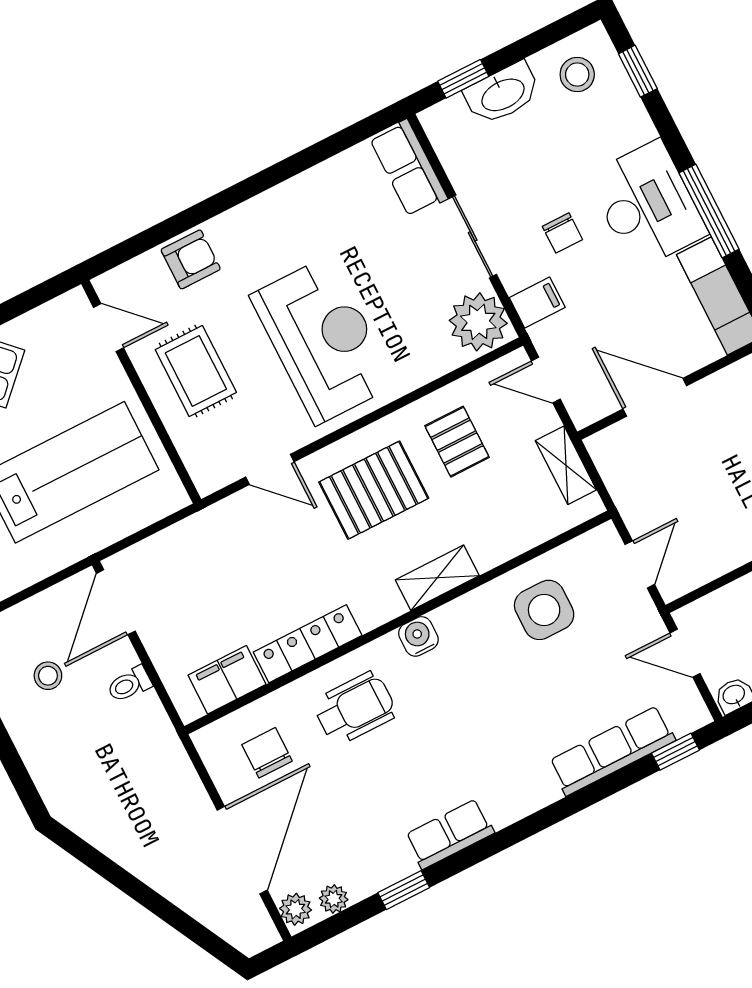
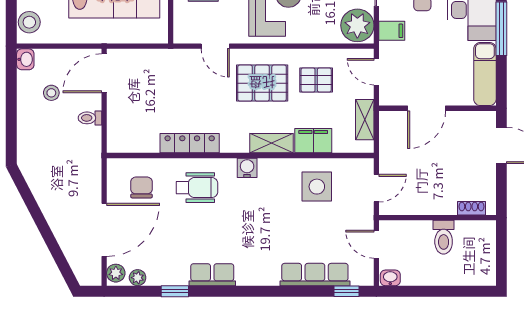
door: (655, 397) -> (427, 108), swing flipped
pallet: (457, 442) -> (316, 80), turned 90
filing cabinet: (227, 680) -> (313, 141), moved

